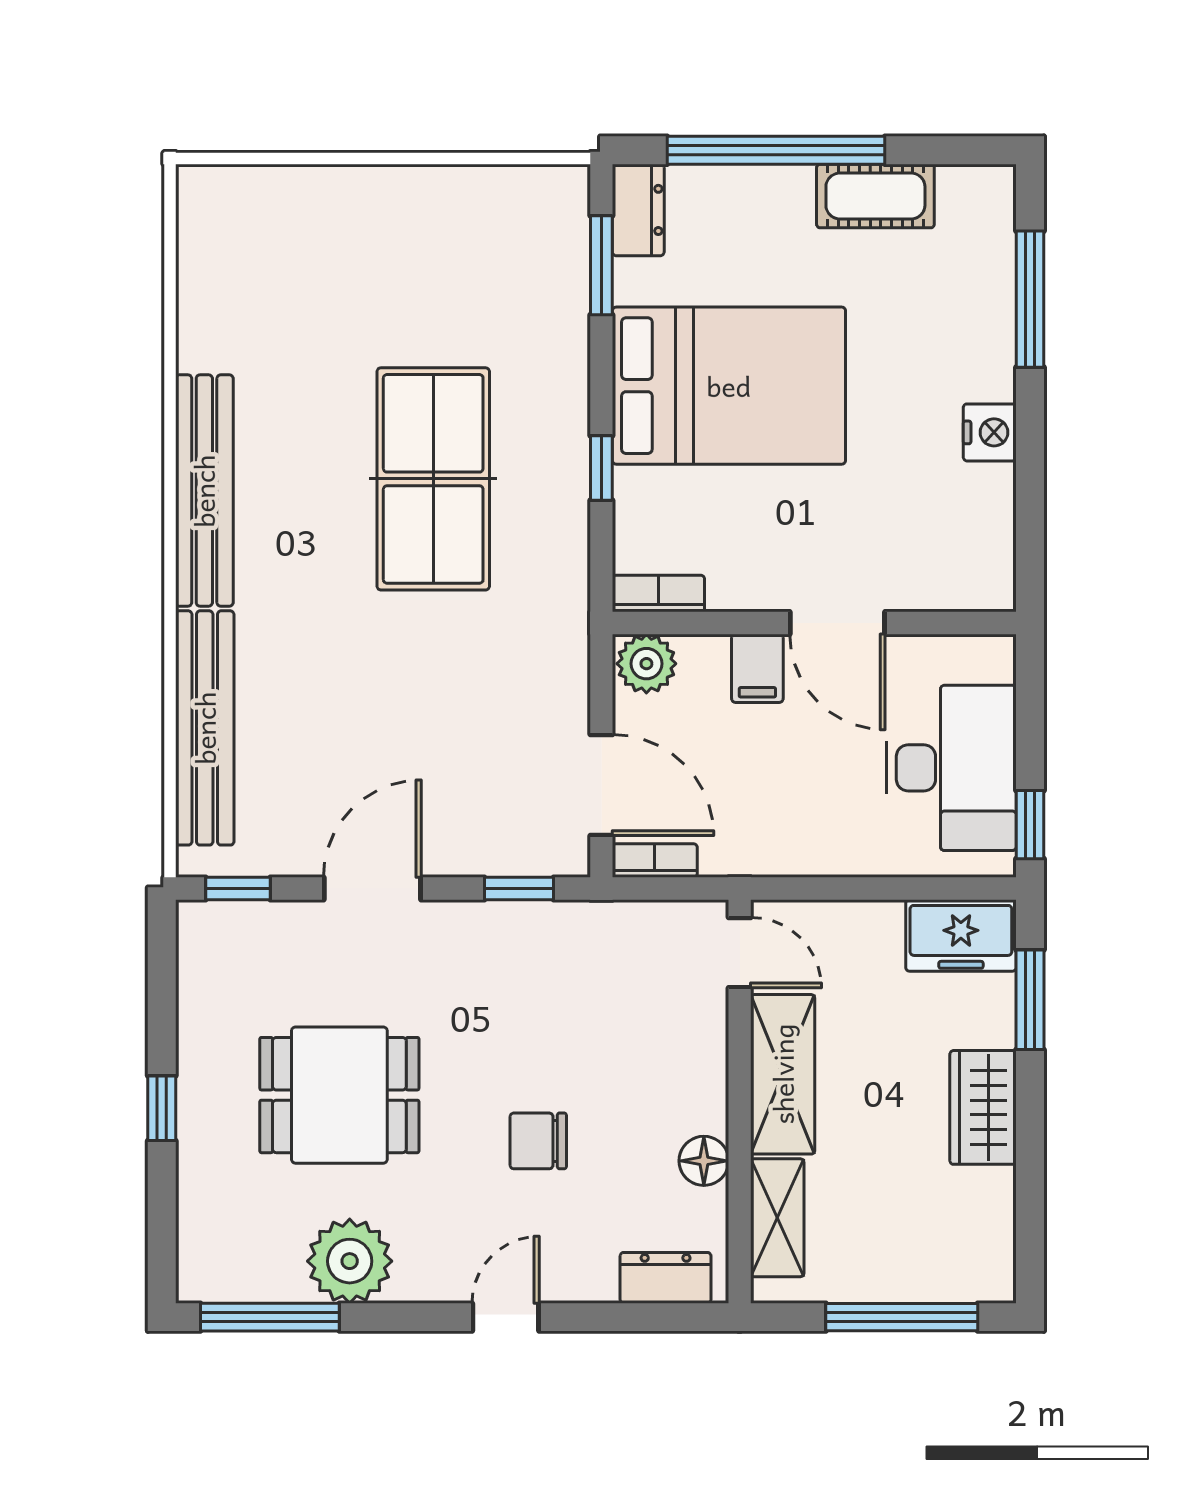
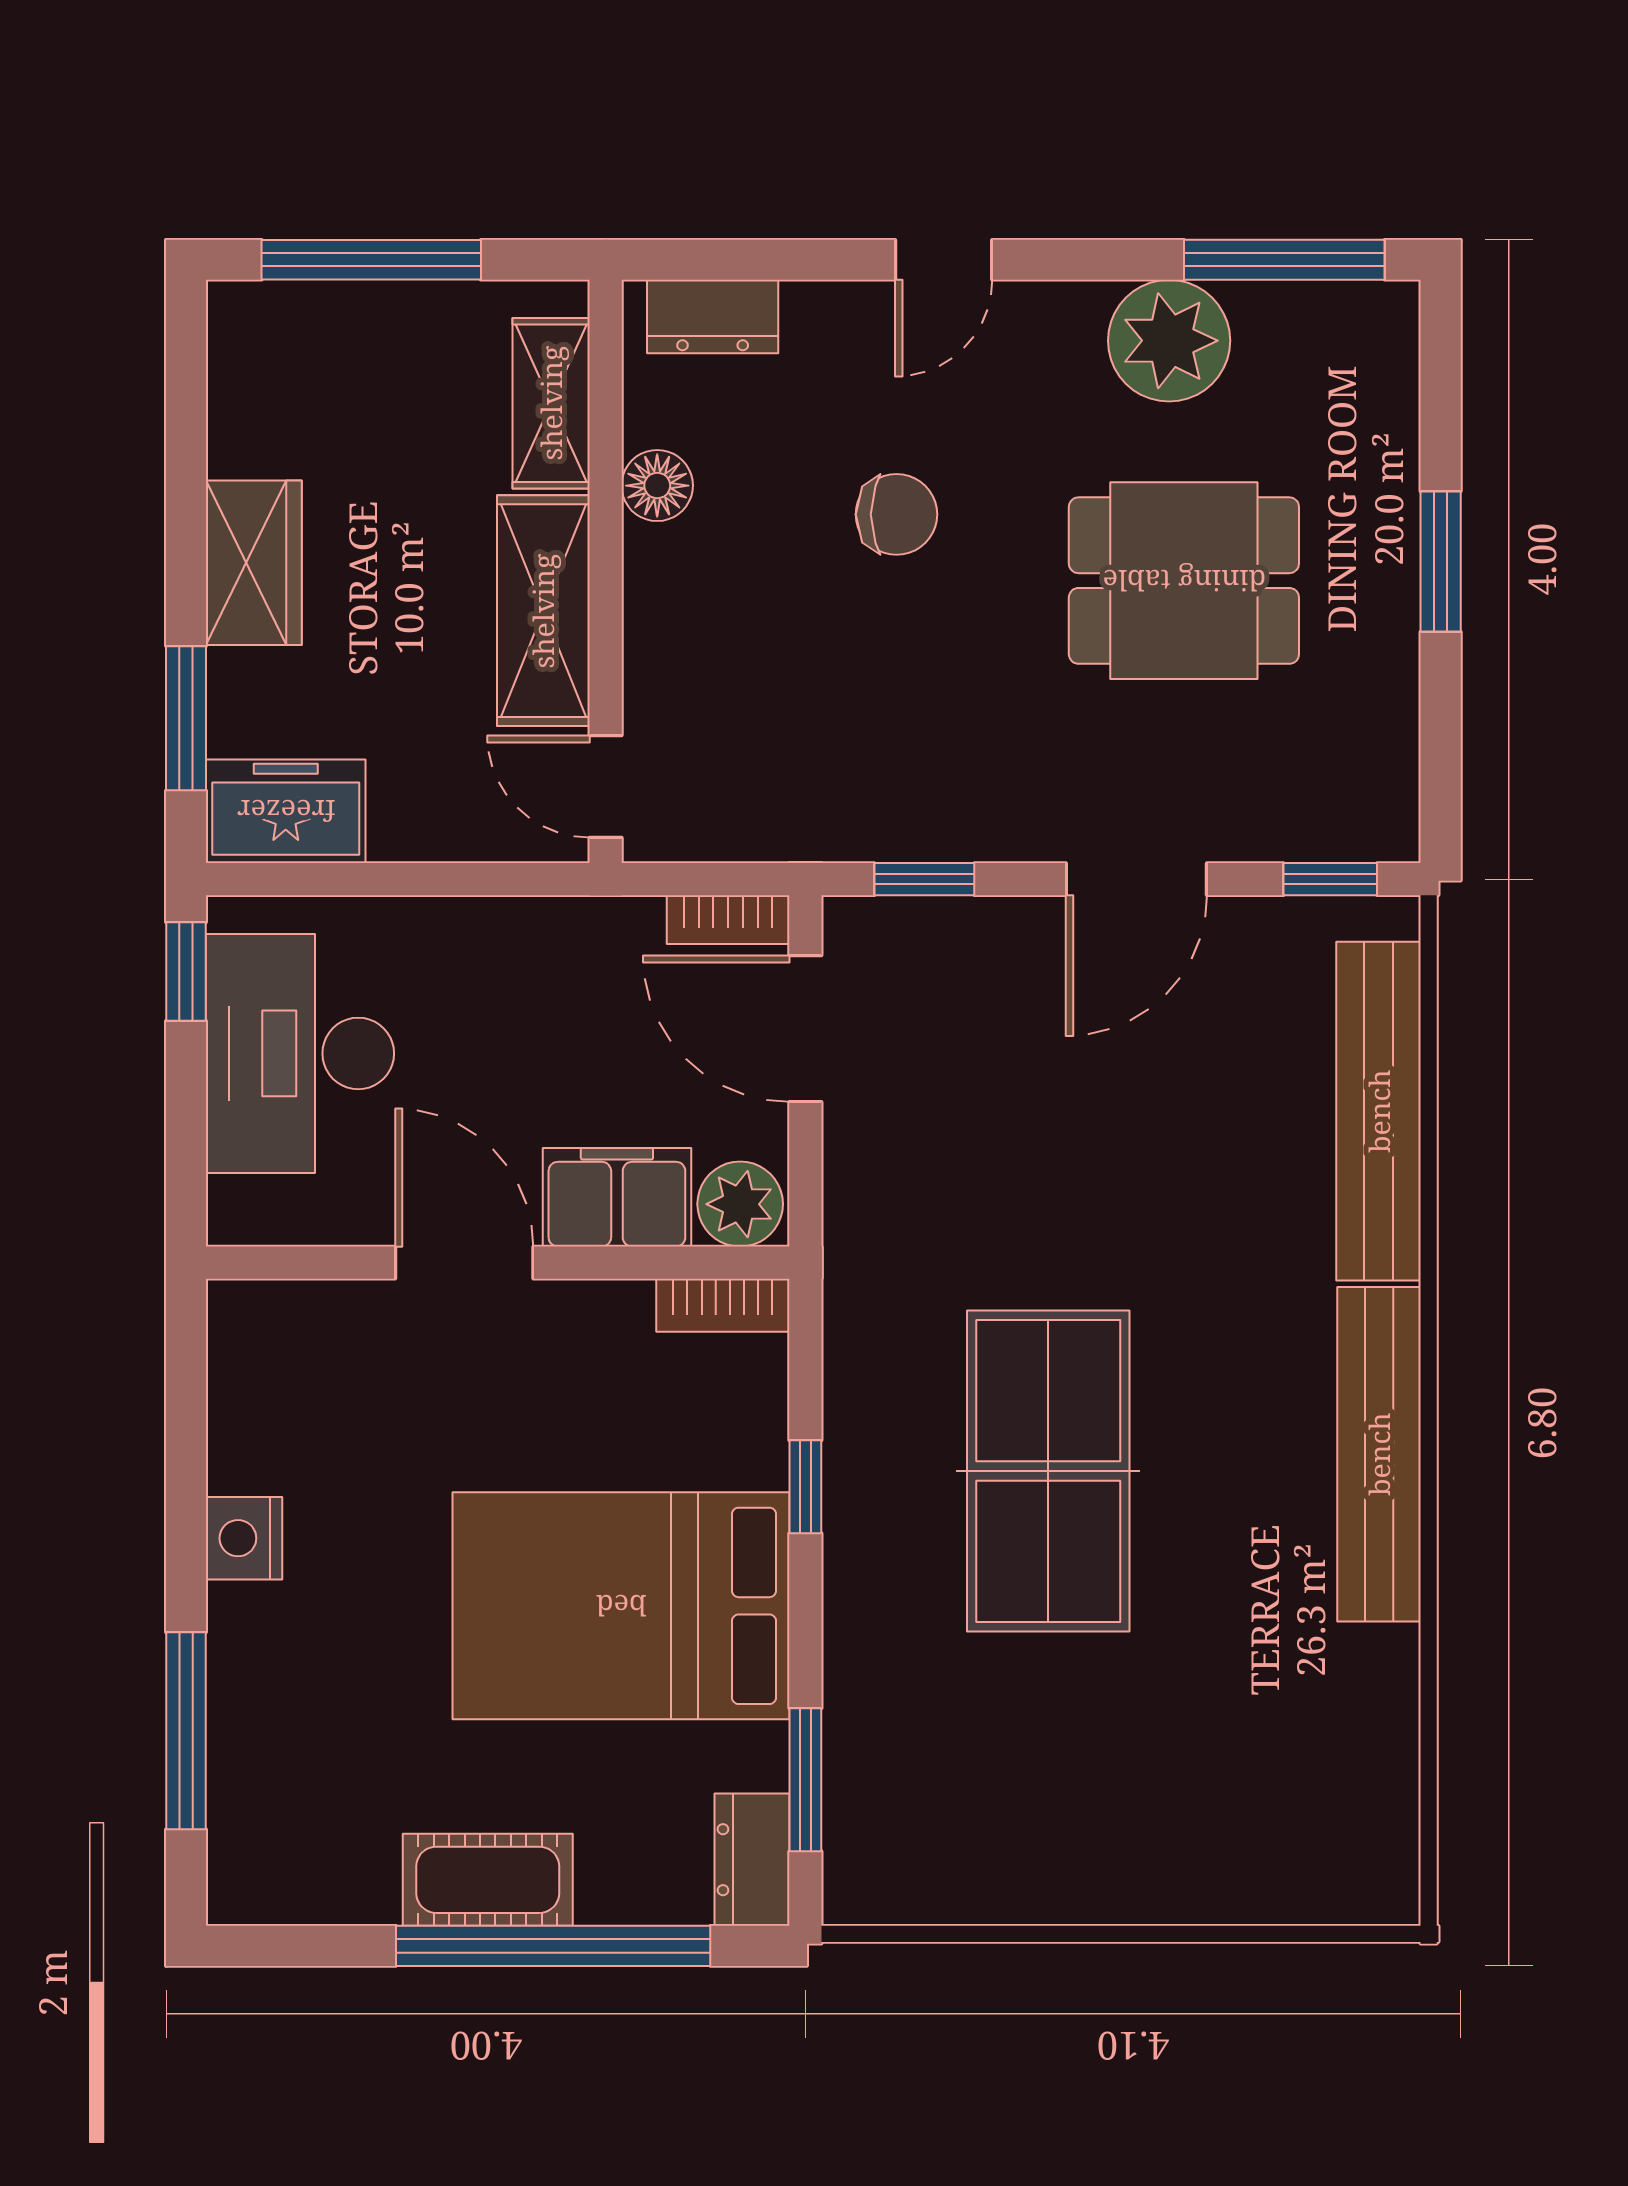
cot: (875, 196) -> (488, 1880), moved
filing cabinet: (757, 668) -> (617, 1197), width x2.00
window: (162, 1108) -> (1441, 561), width x1.50

